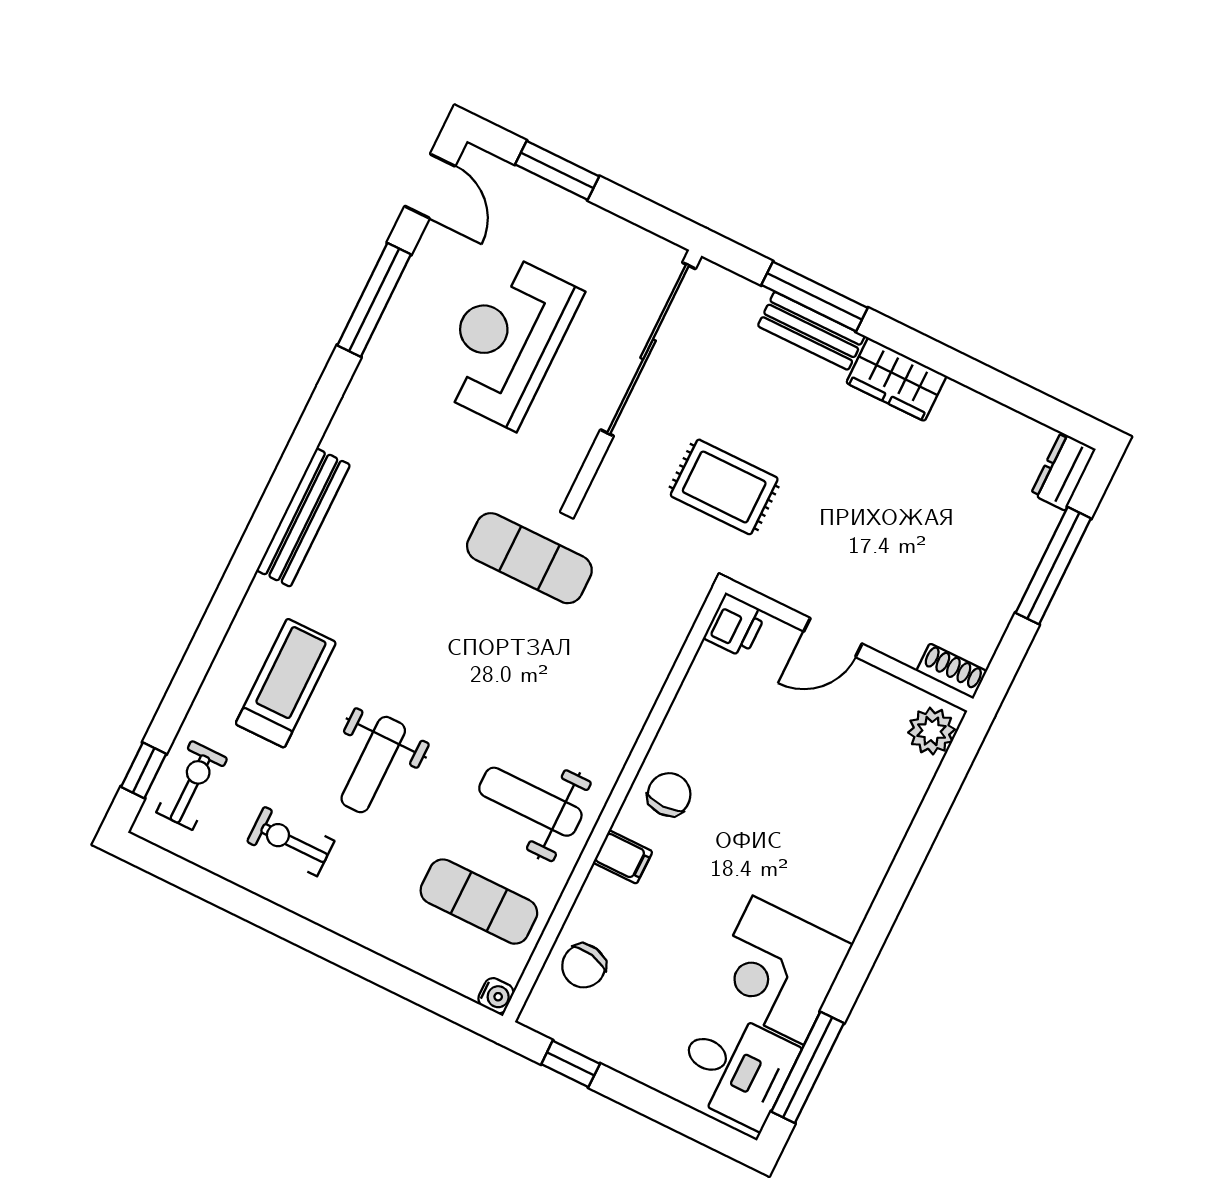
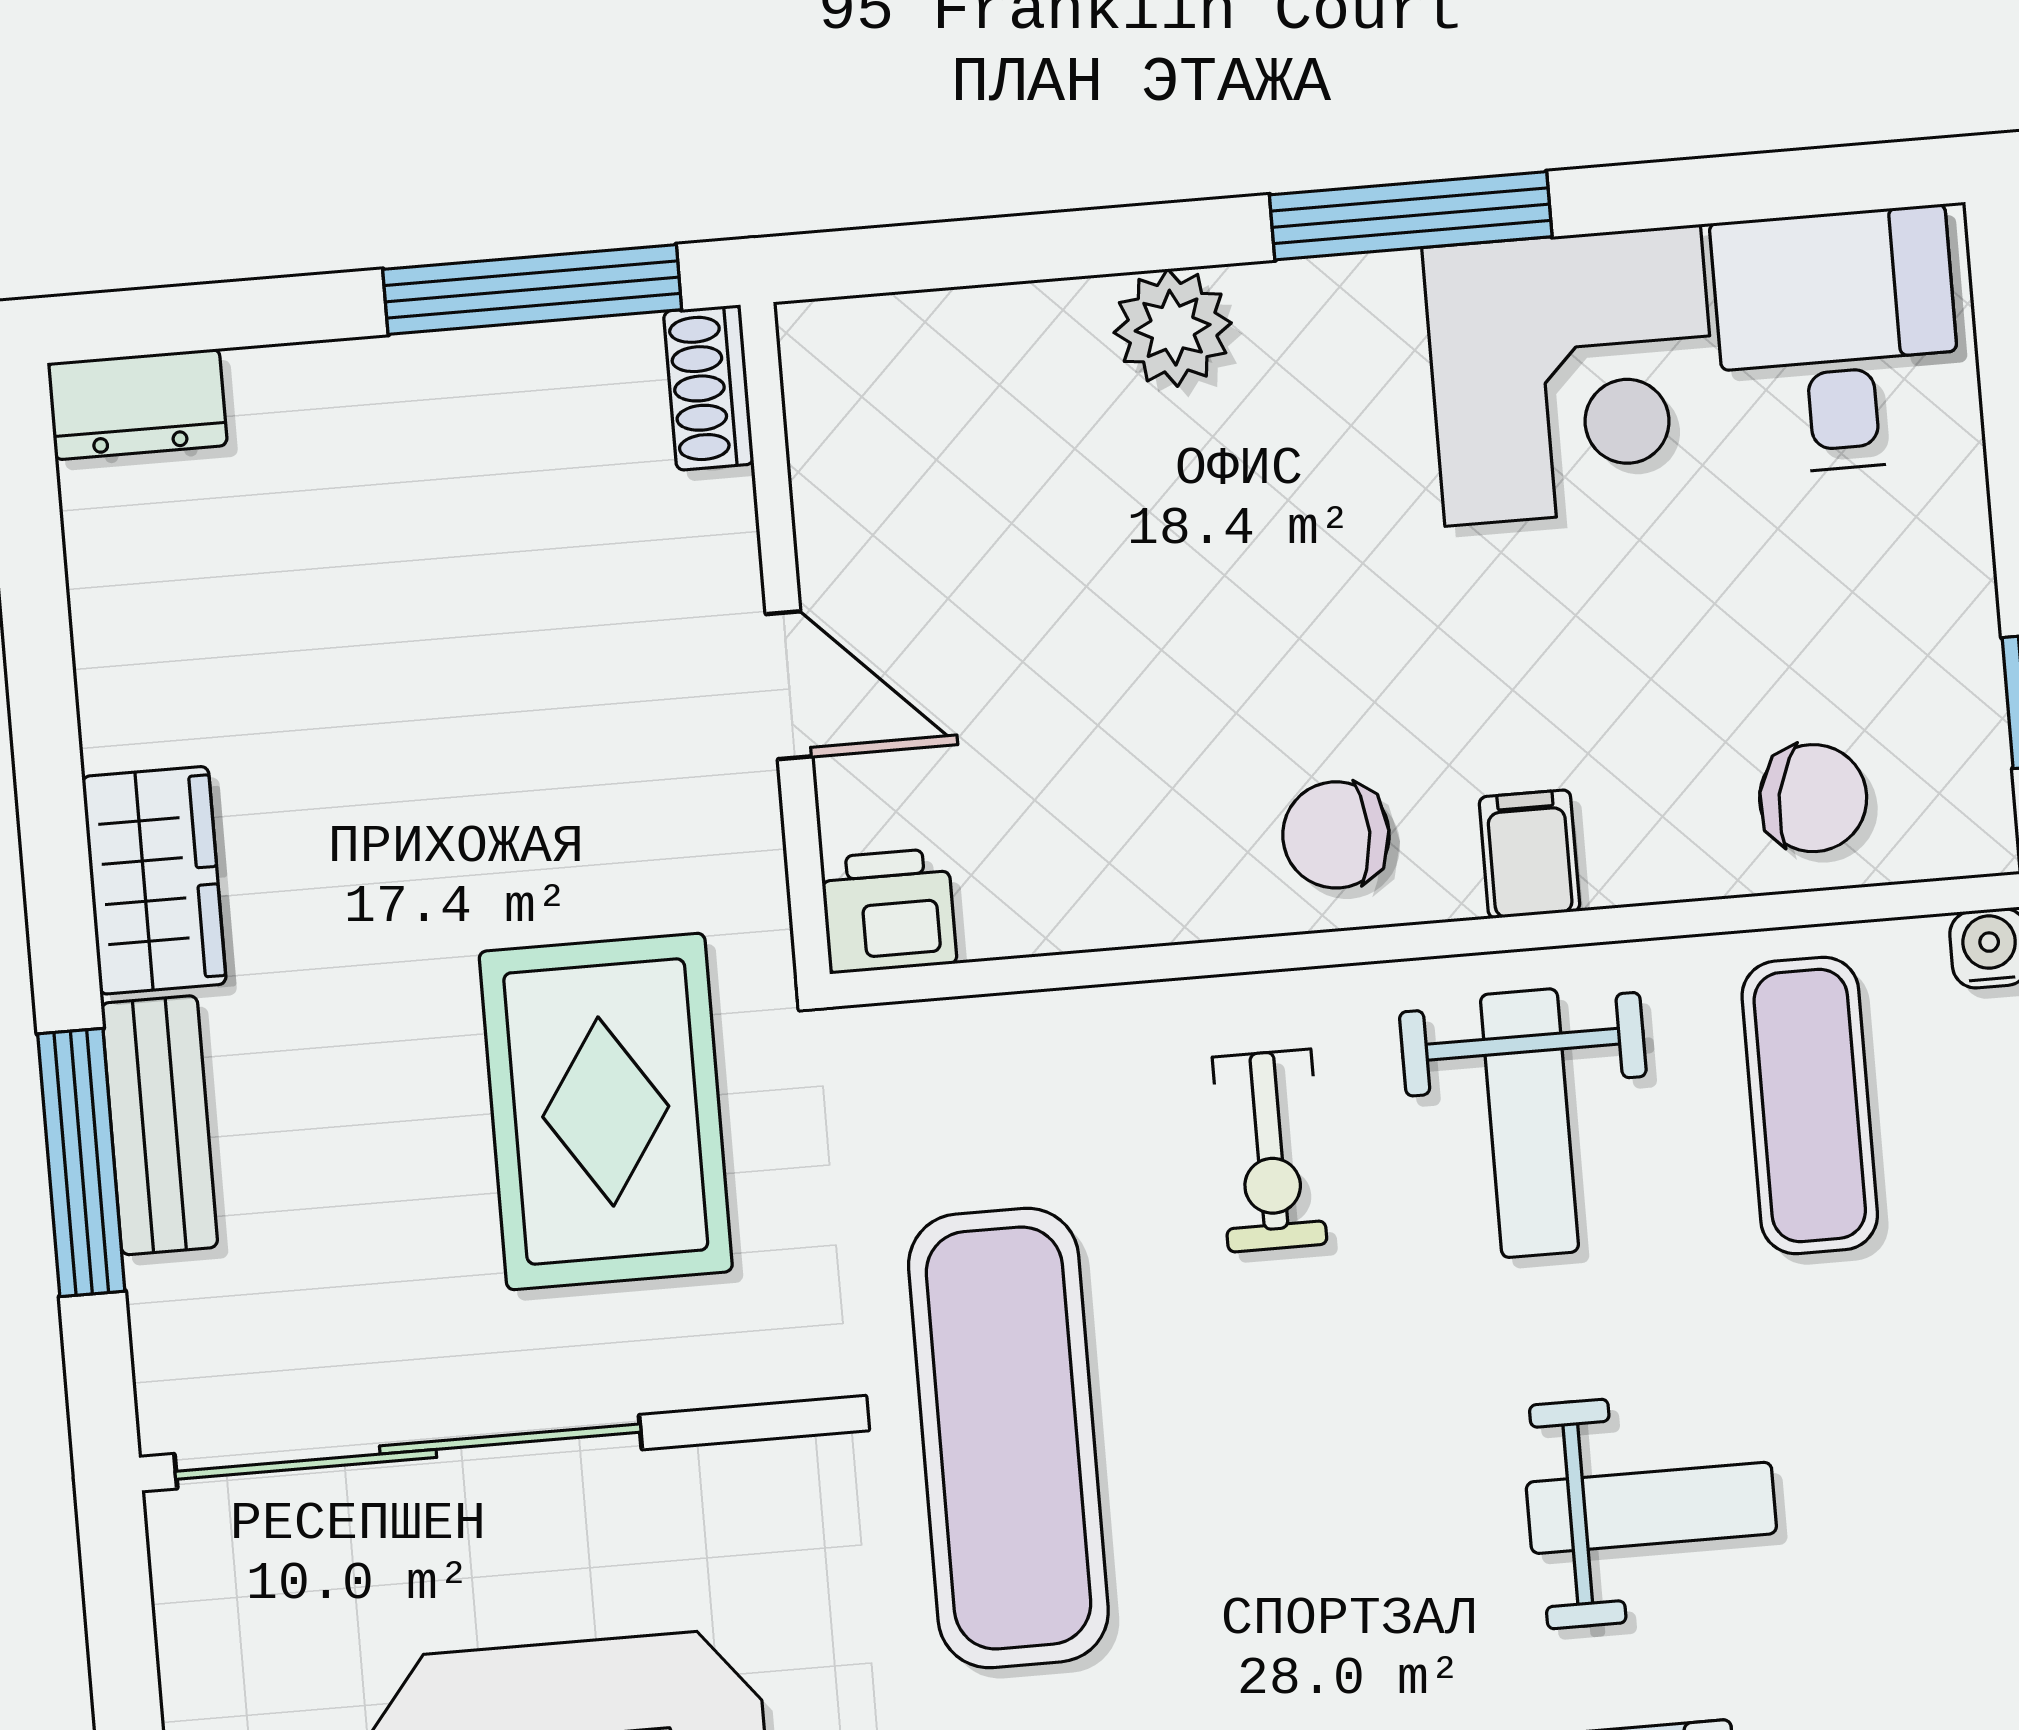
rug: (724, 487) -> (606, 1111), width x1.36, depth x1.43
exercise mat: (529, 558) -> (1008, 1438), width x1.36, depth x1.45
window: (1053, 566) -> (532, 290), moved
plant: (931, 731) -> (1173, 328), moved
exercise bike: (291, 841) -> (1270, 1151), moved
window: (808, 1067) -> (1411, 216), moved

